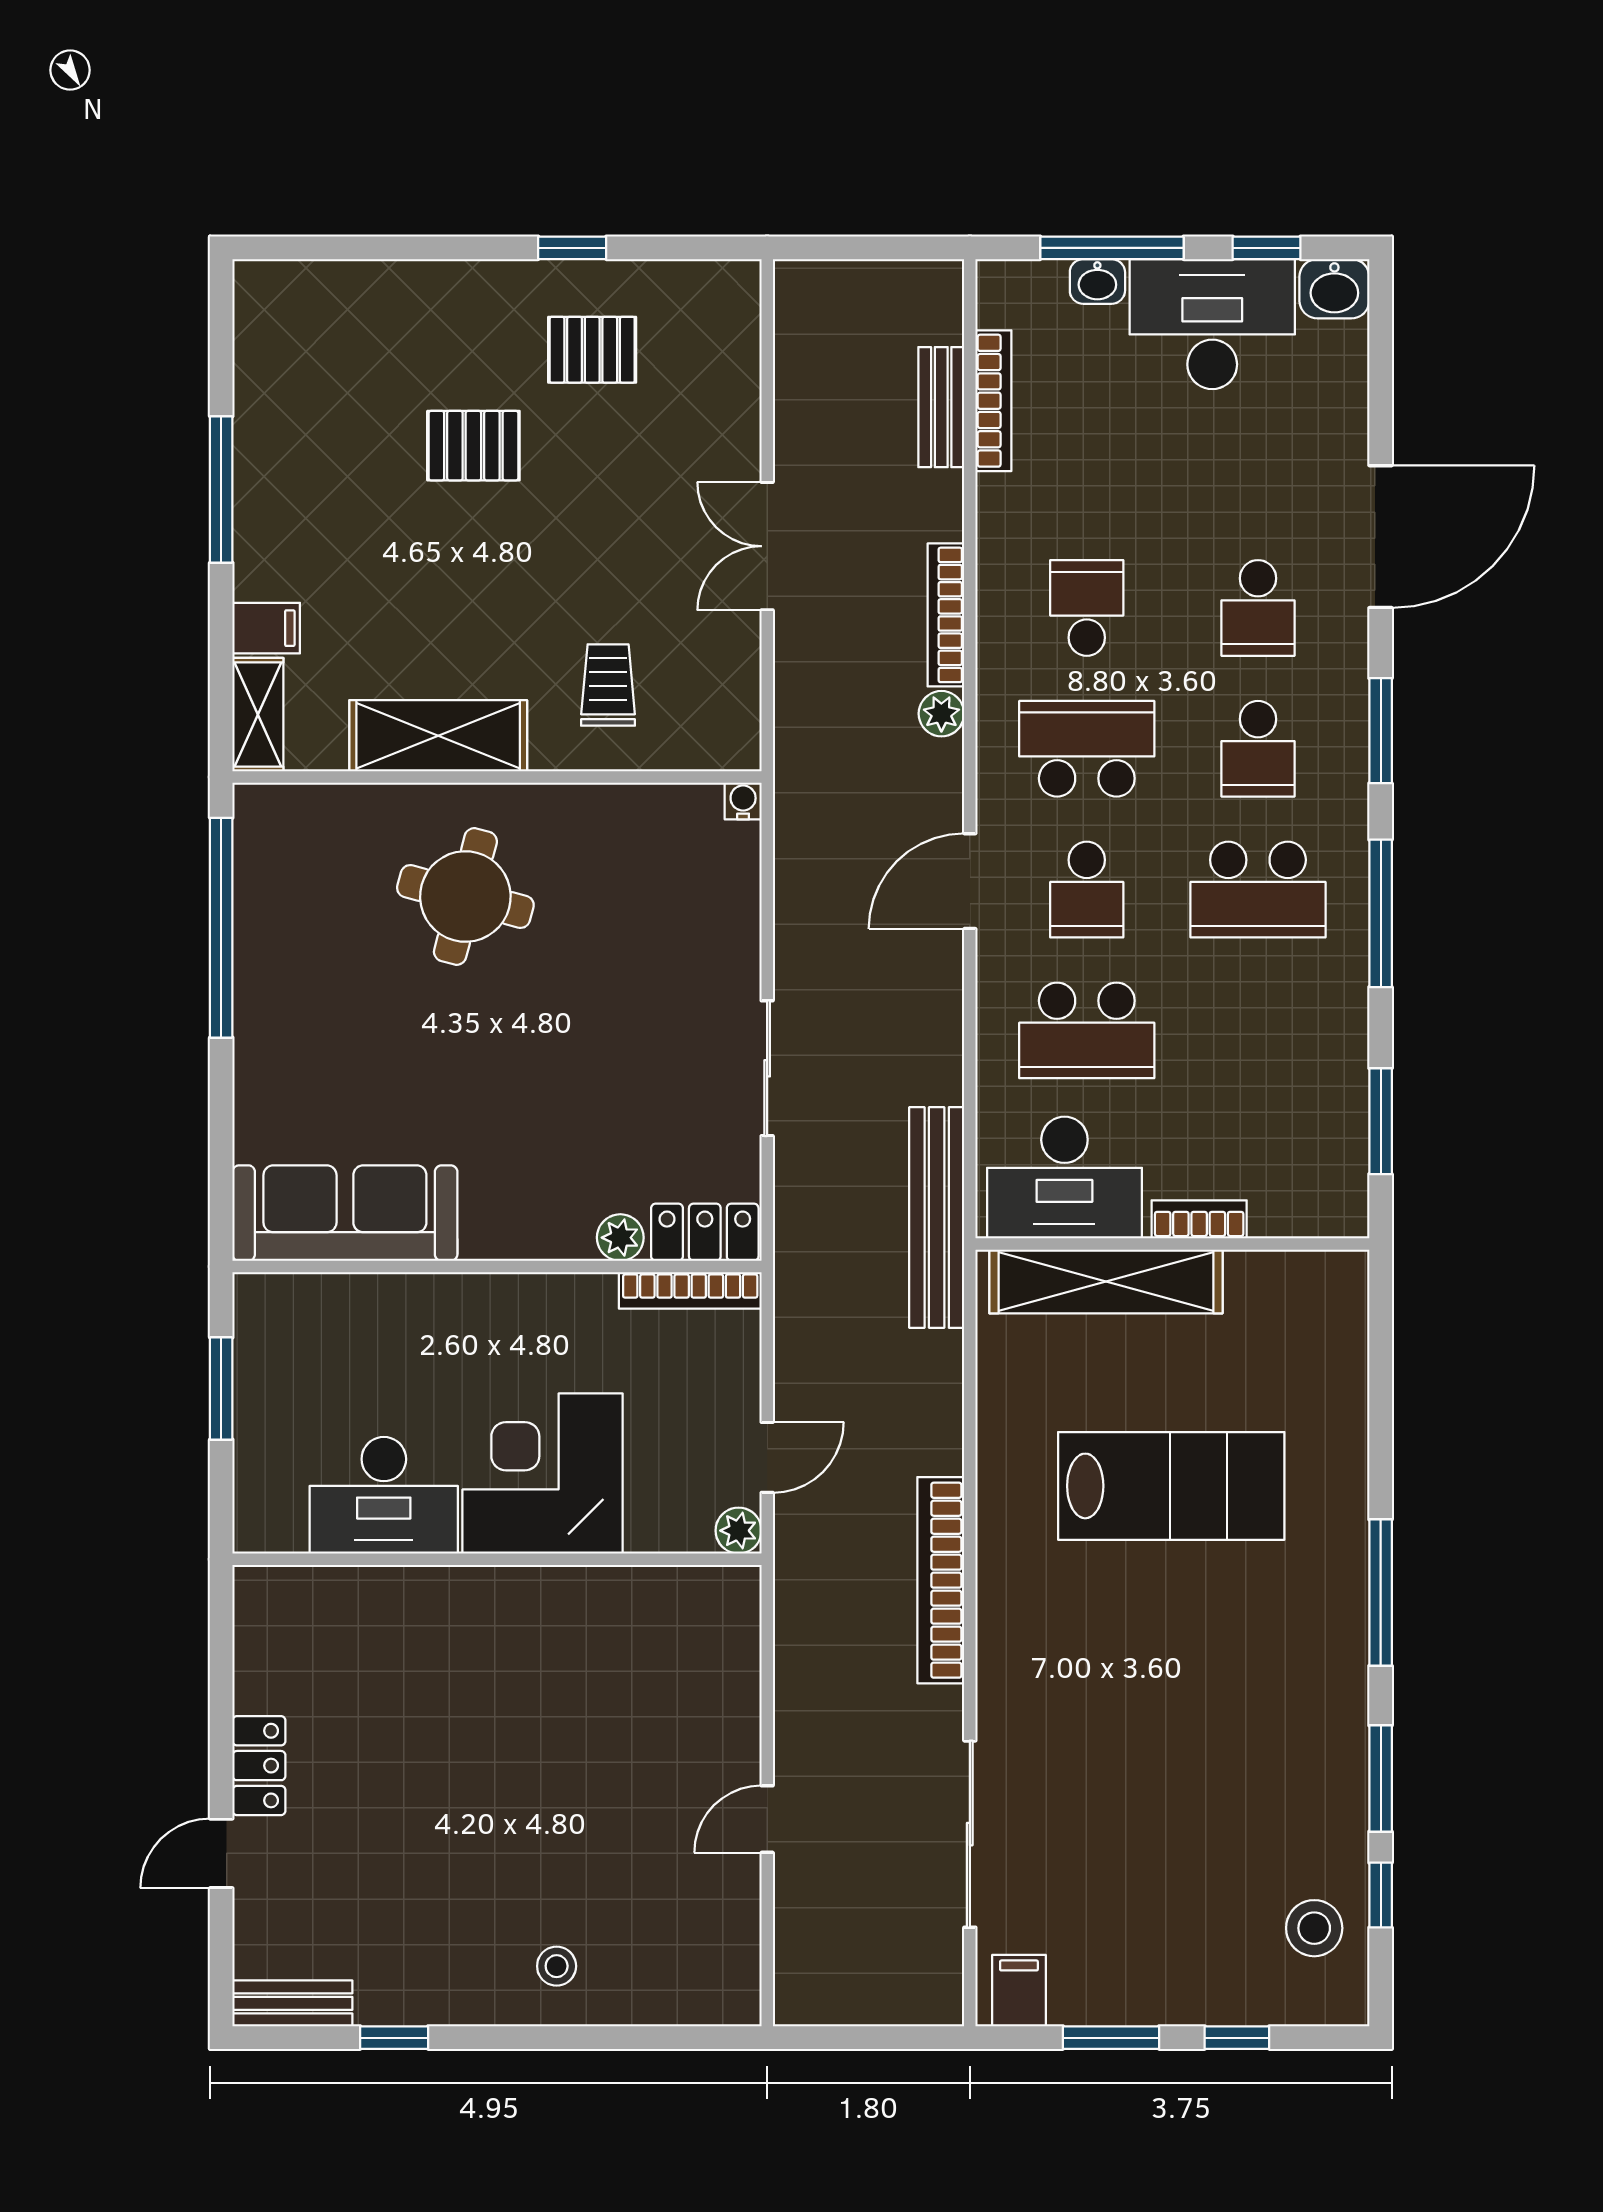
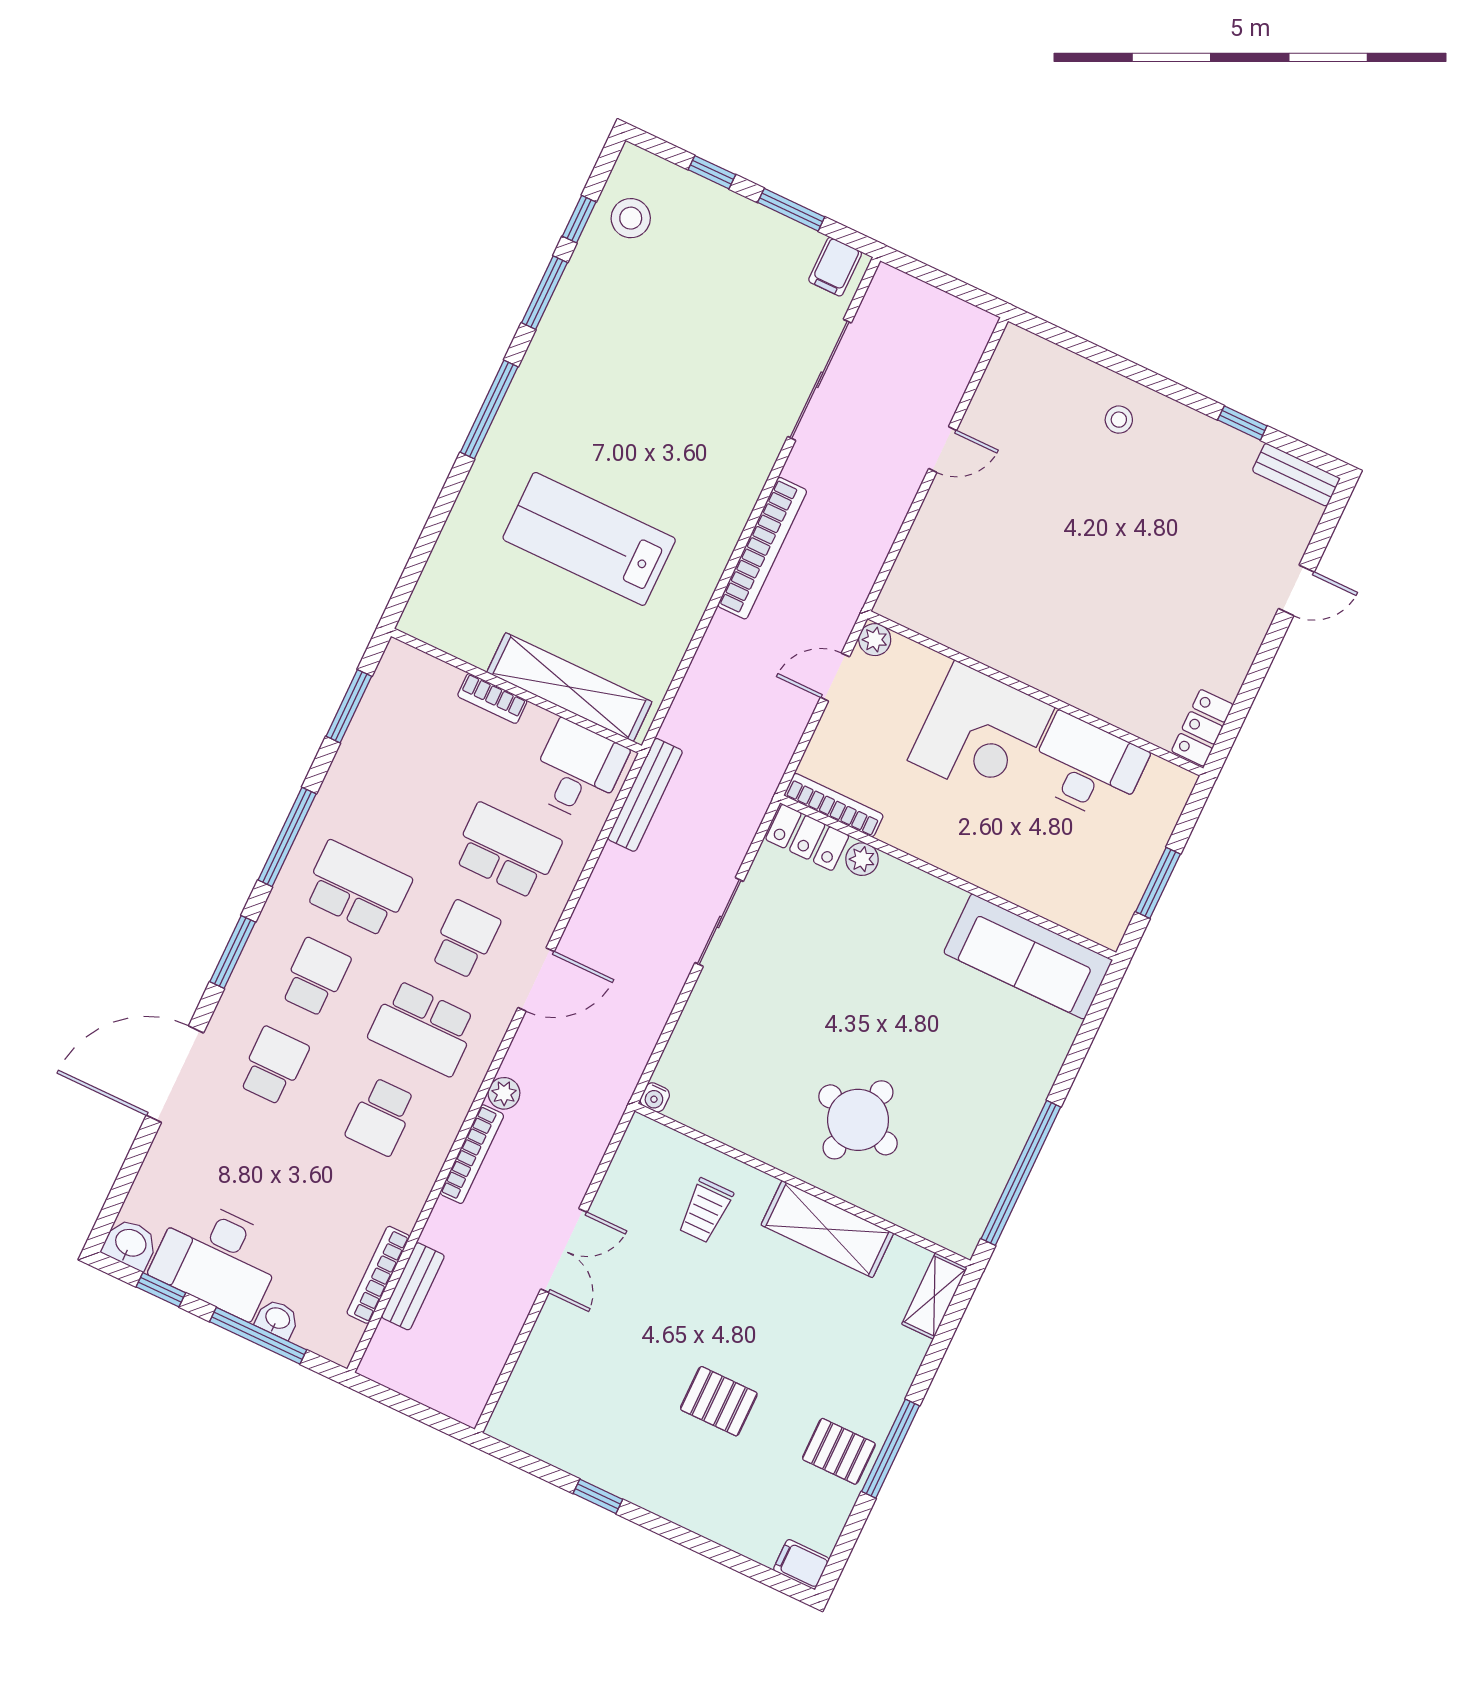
pallet: (592, 350) -> (839, 1451), moved
filing cabinet: (266, 628) -> (801, 1564), moved
desk: (1064, 1178) -> (578, 771), width x0.73
bench: (937, 1217) -> (645, 795), width x0.73, depth x0.82
locker: (259, 1766) -> (1202, 728), moved

